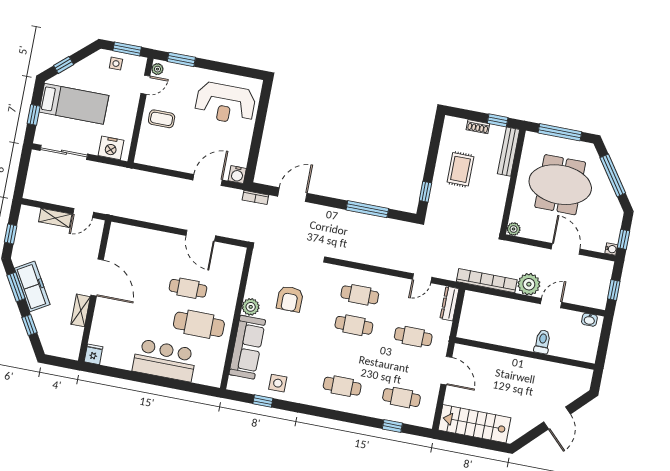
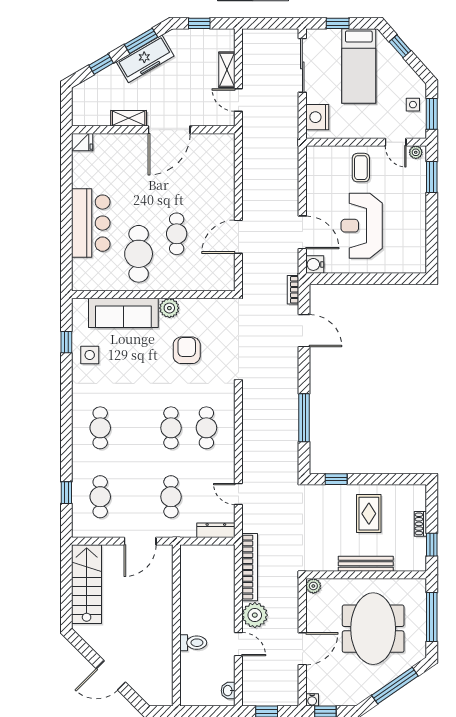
reception desk: (225, 103) -> (362, 226), moved
bench: (509, 152) -> (366, 564), moved
rug: (460, 169) -> (369, 514), turned 90
armchair: (290, 299) -> (187, 350), turned 90

